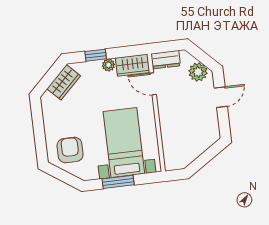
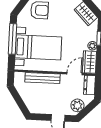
bench: (167, 129) -> (42, 78), added
window: (118, 182) -> (12, 39), width x1.44

